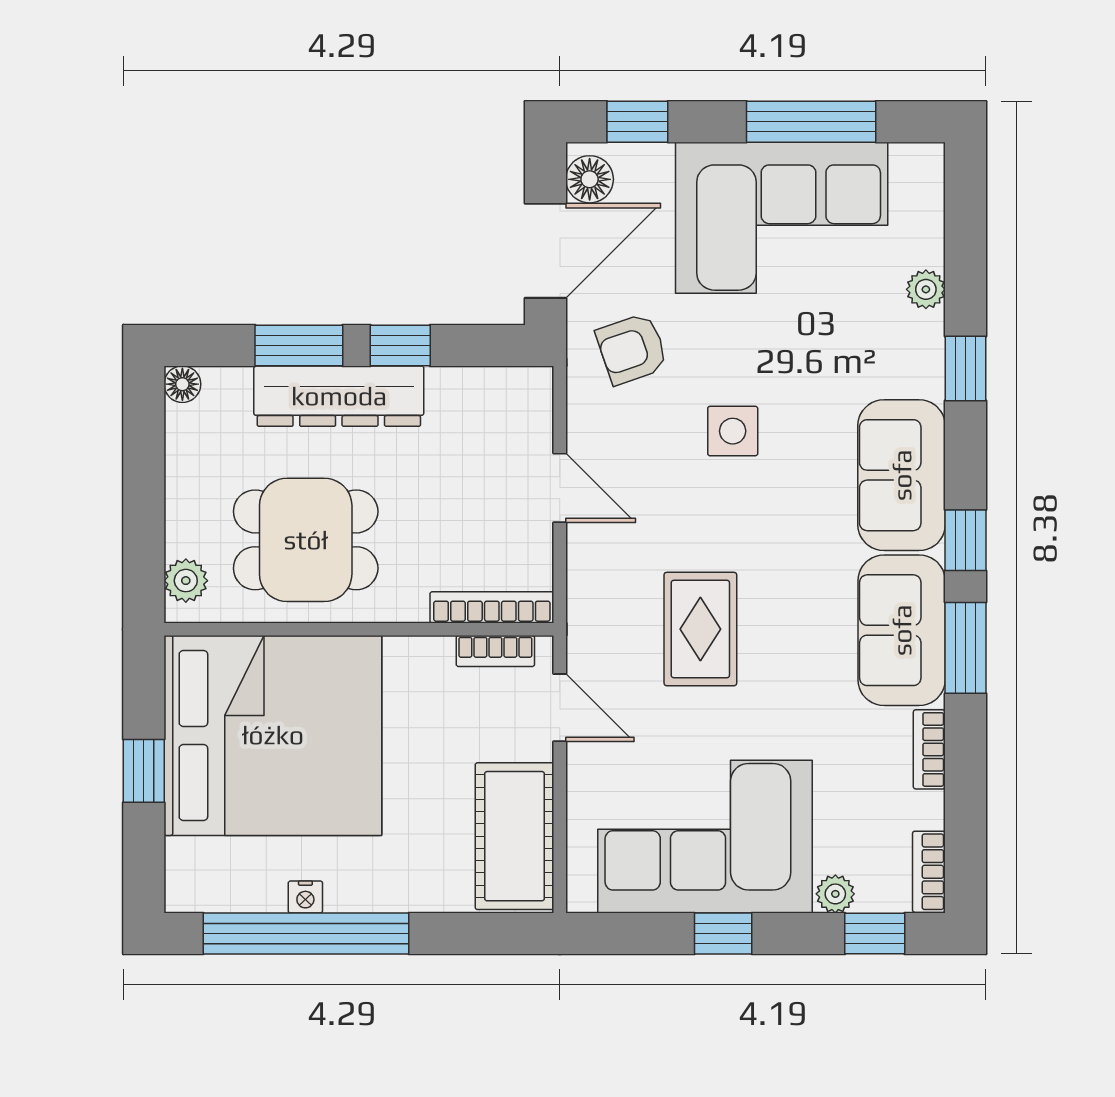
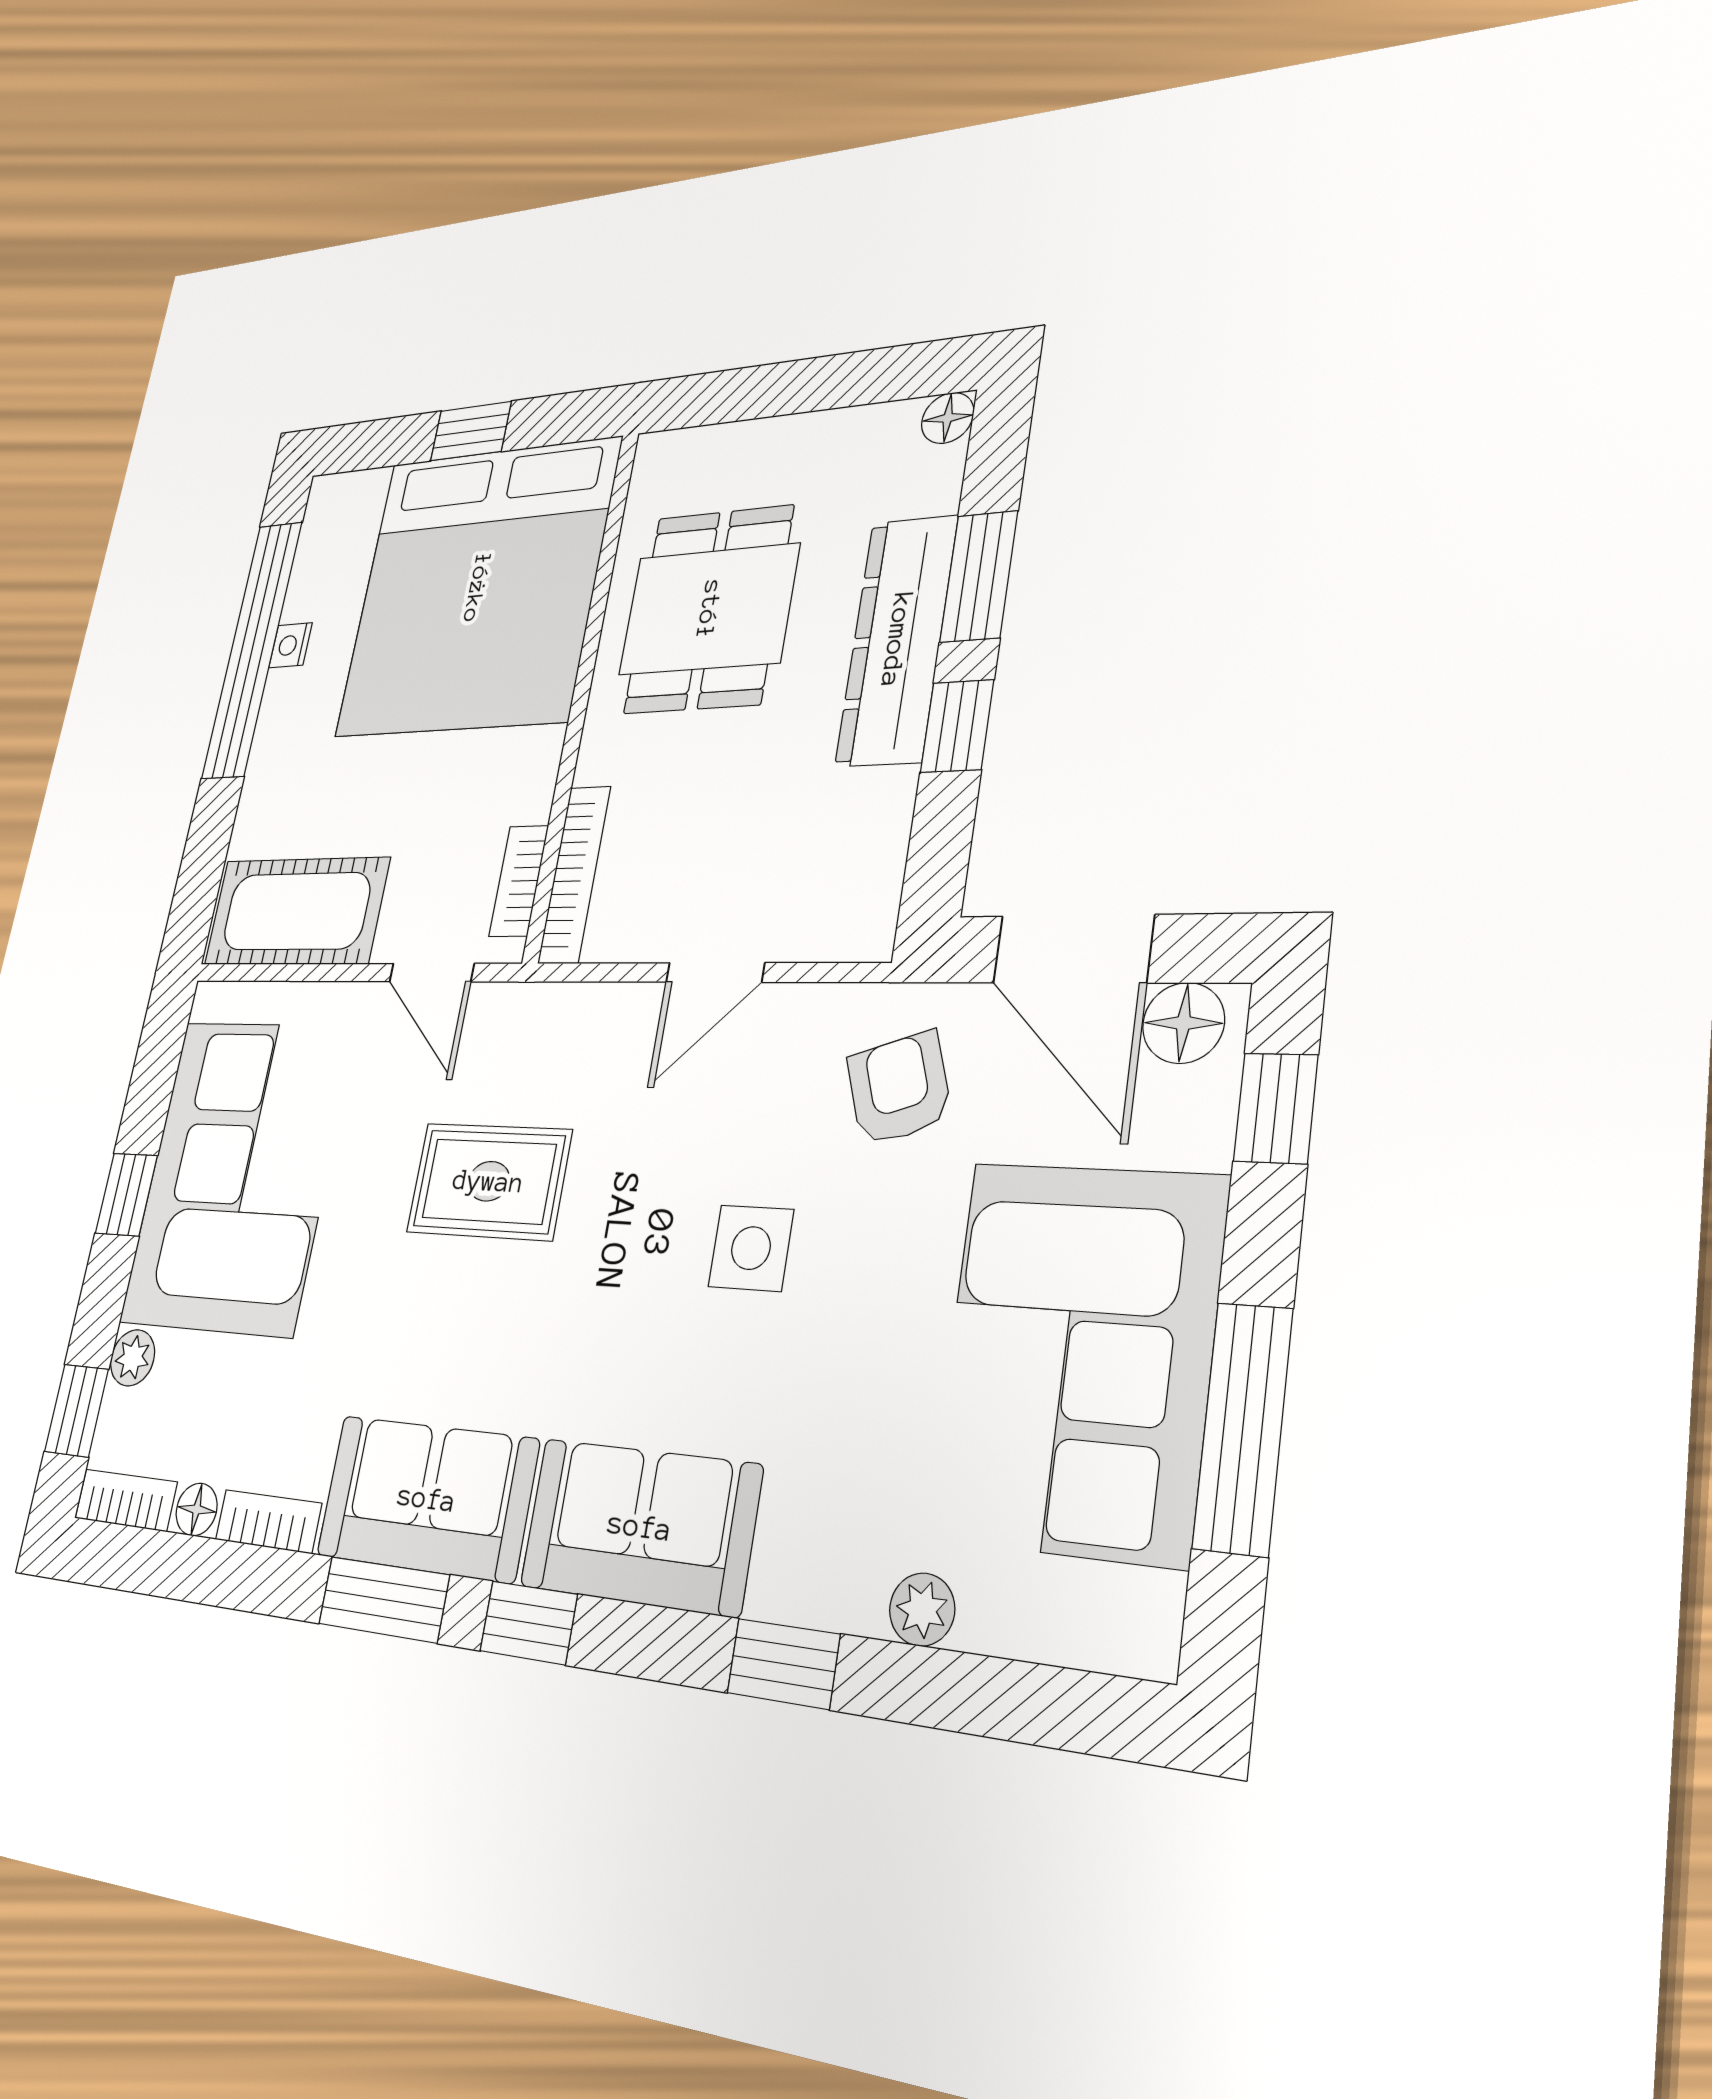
plant: (186, 581) -> (686, 455), removed
door: (560, 708) -> (432, 973), hinge flipped
floor lamp: (928, 810) -> (197, 1509), added

